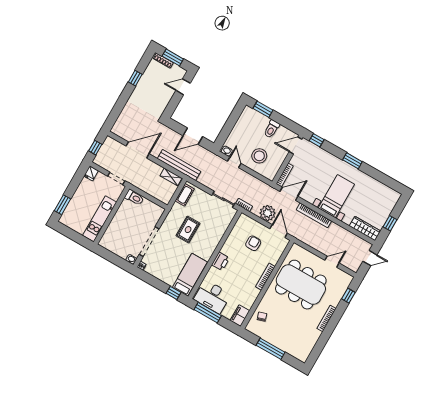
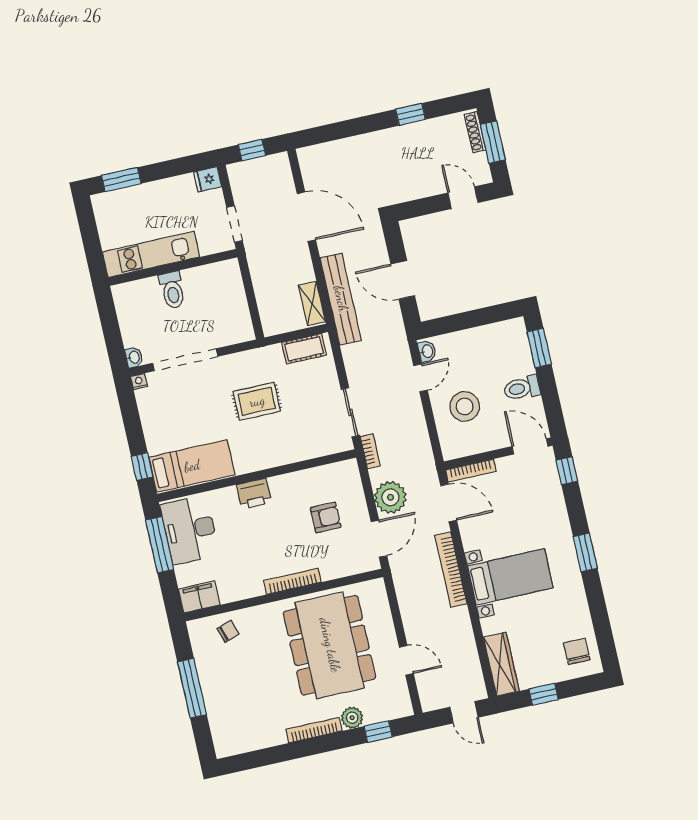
toilet: (134, 197) -> (172, 290), moved
chair: (385, 197) -> (577, 651), added
plant: (335, 300) -> (352, 718), added

